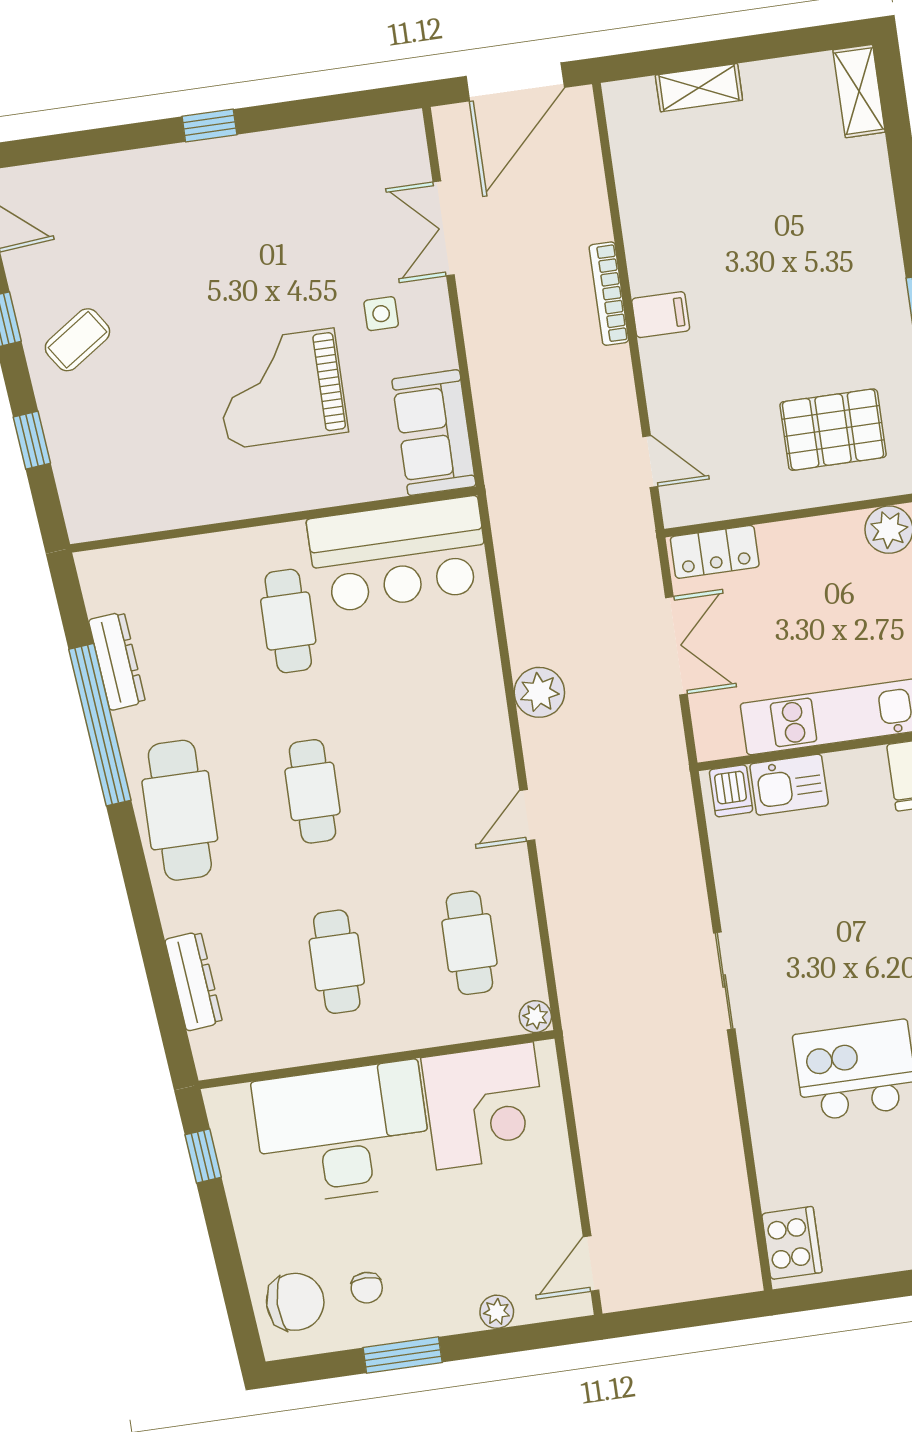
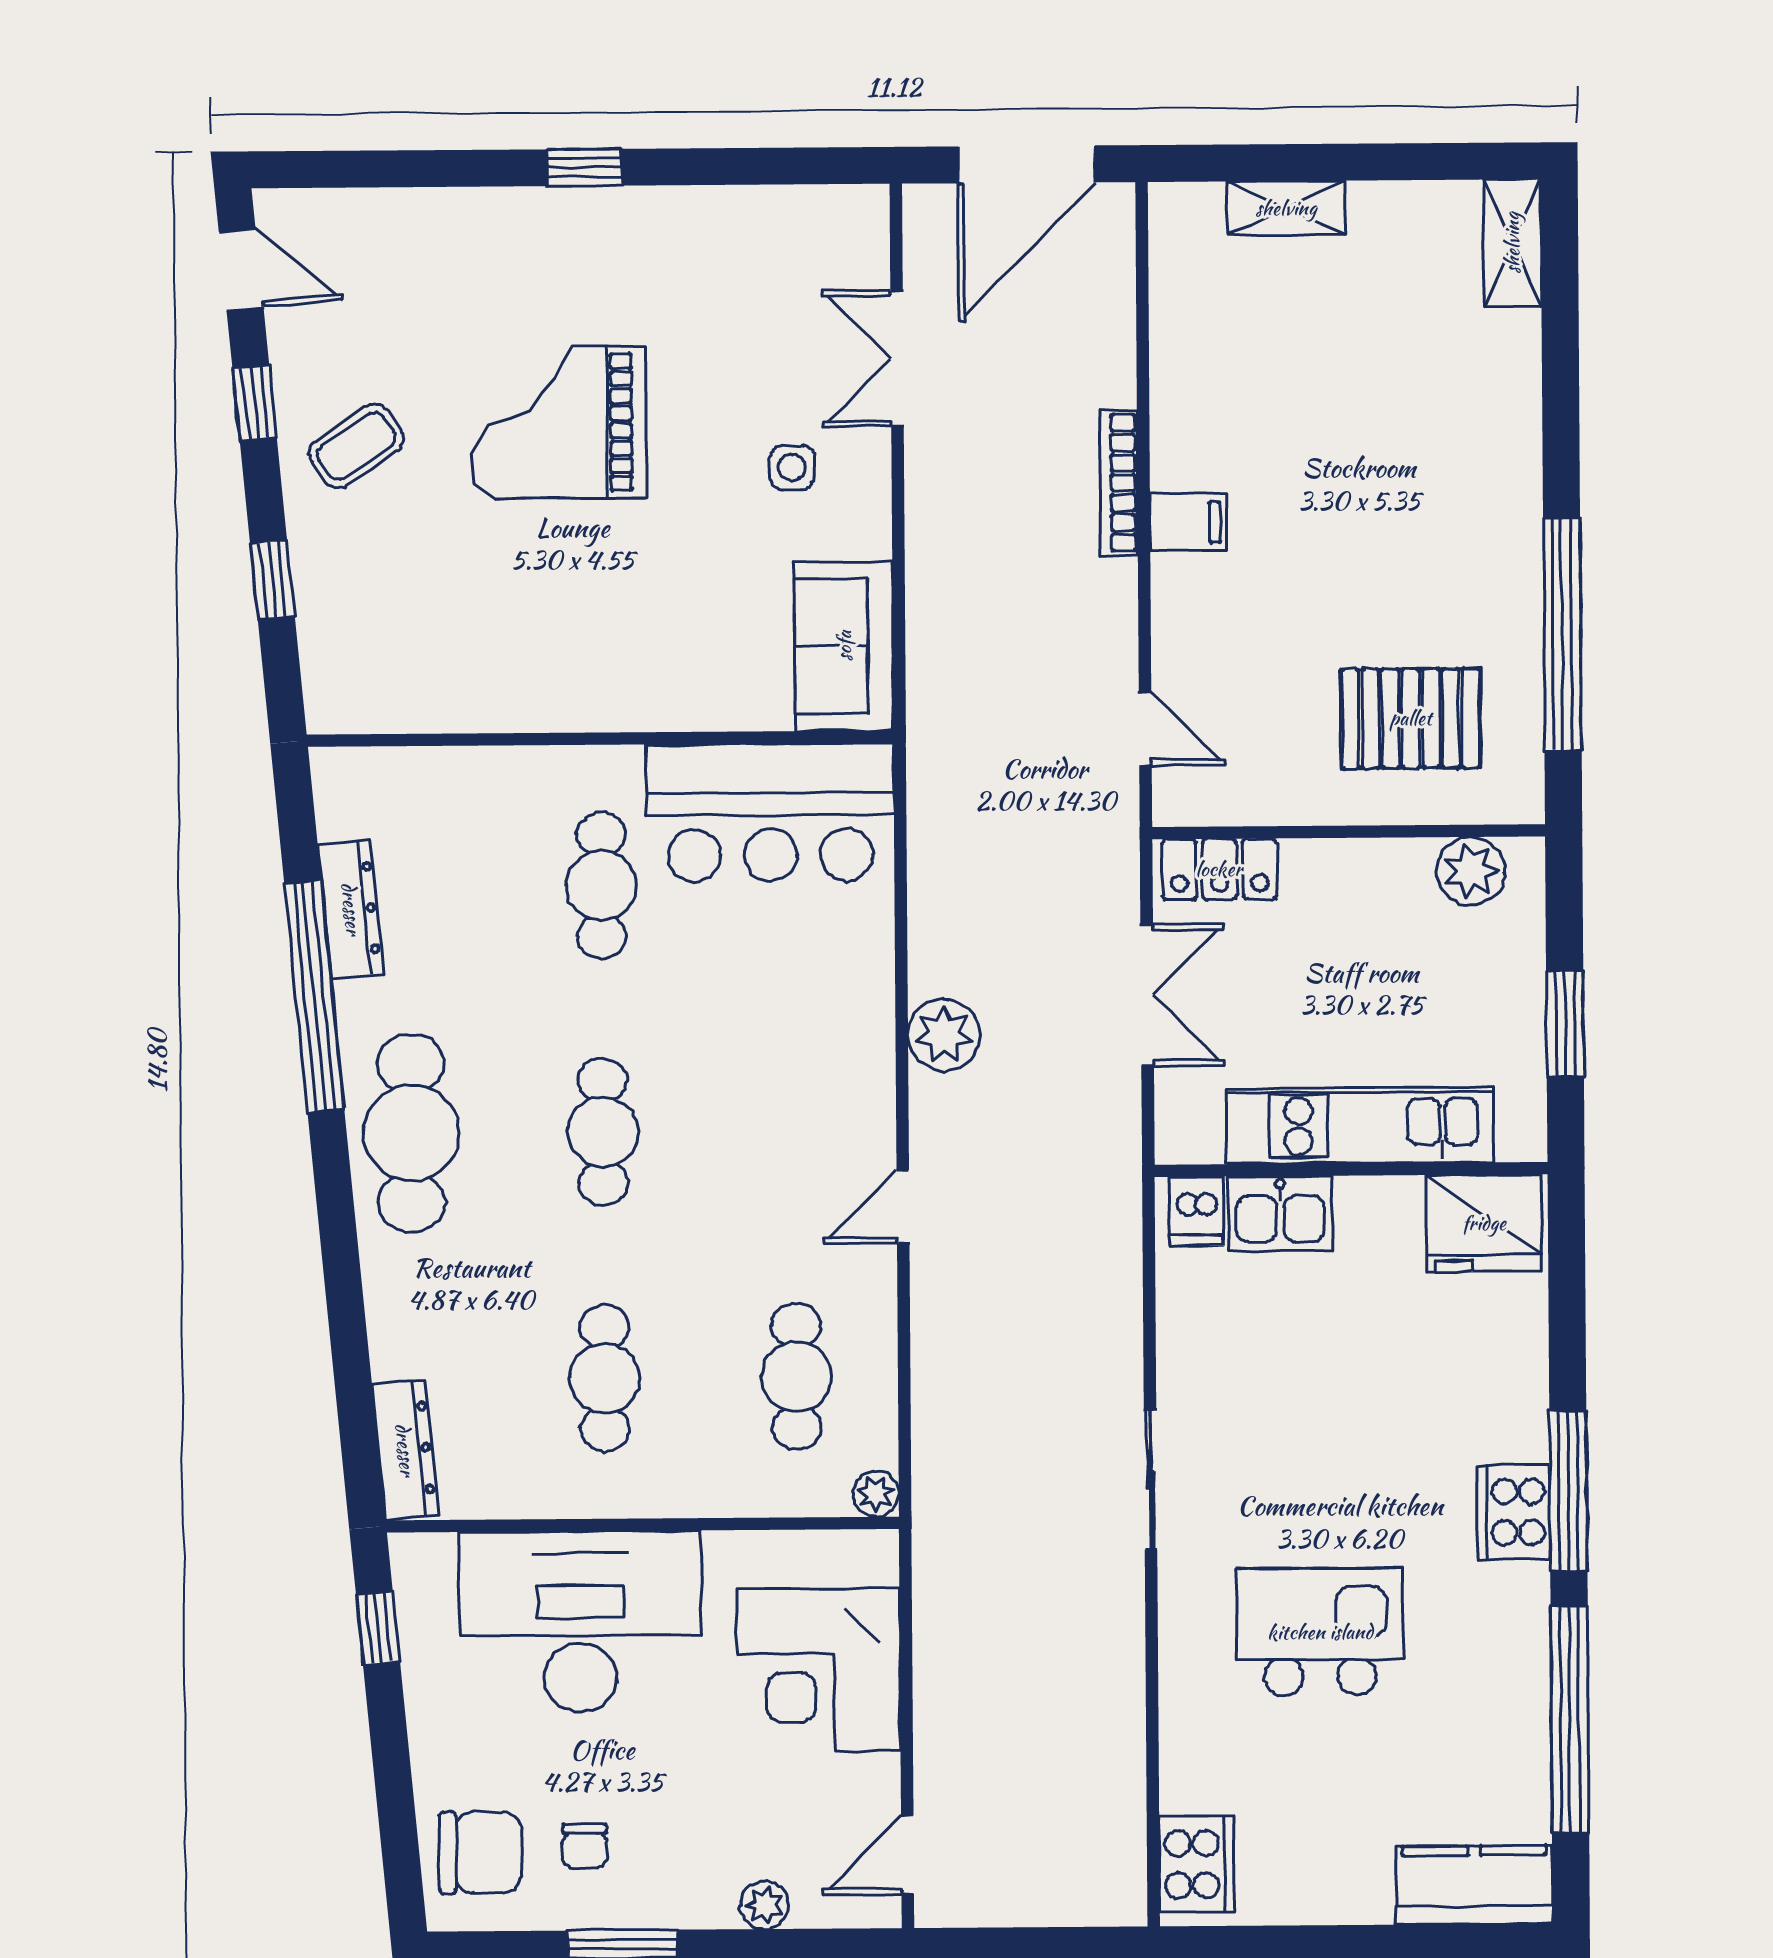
grand piano: (281, 388) -> (558, 423), moved
dresser: (194, 981) -> (405, 1450), moved
corner desk: (485, 1106) -> (819, 1670), moved, turned 90

